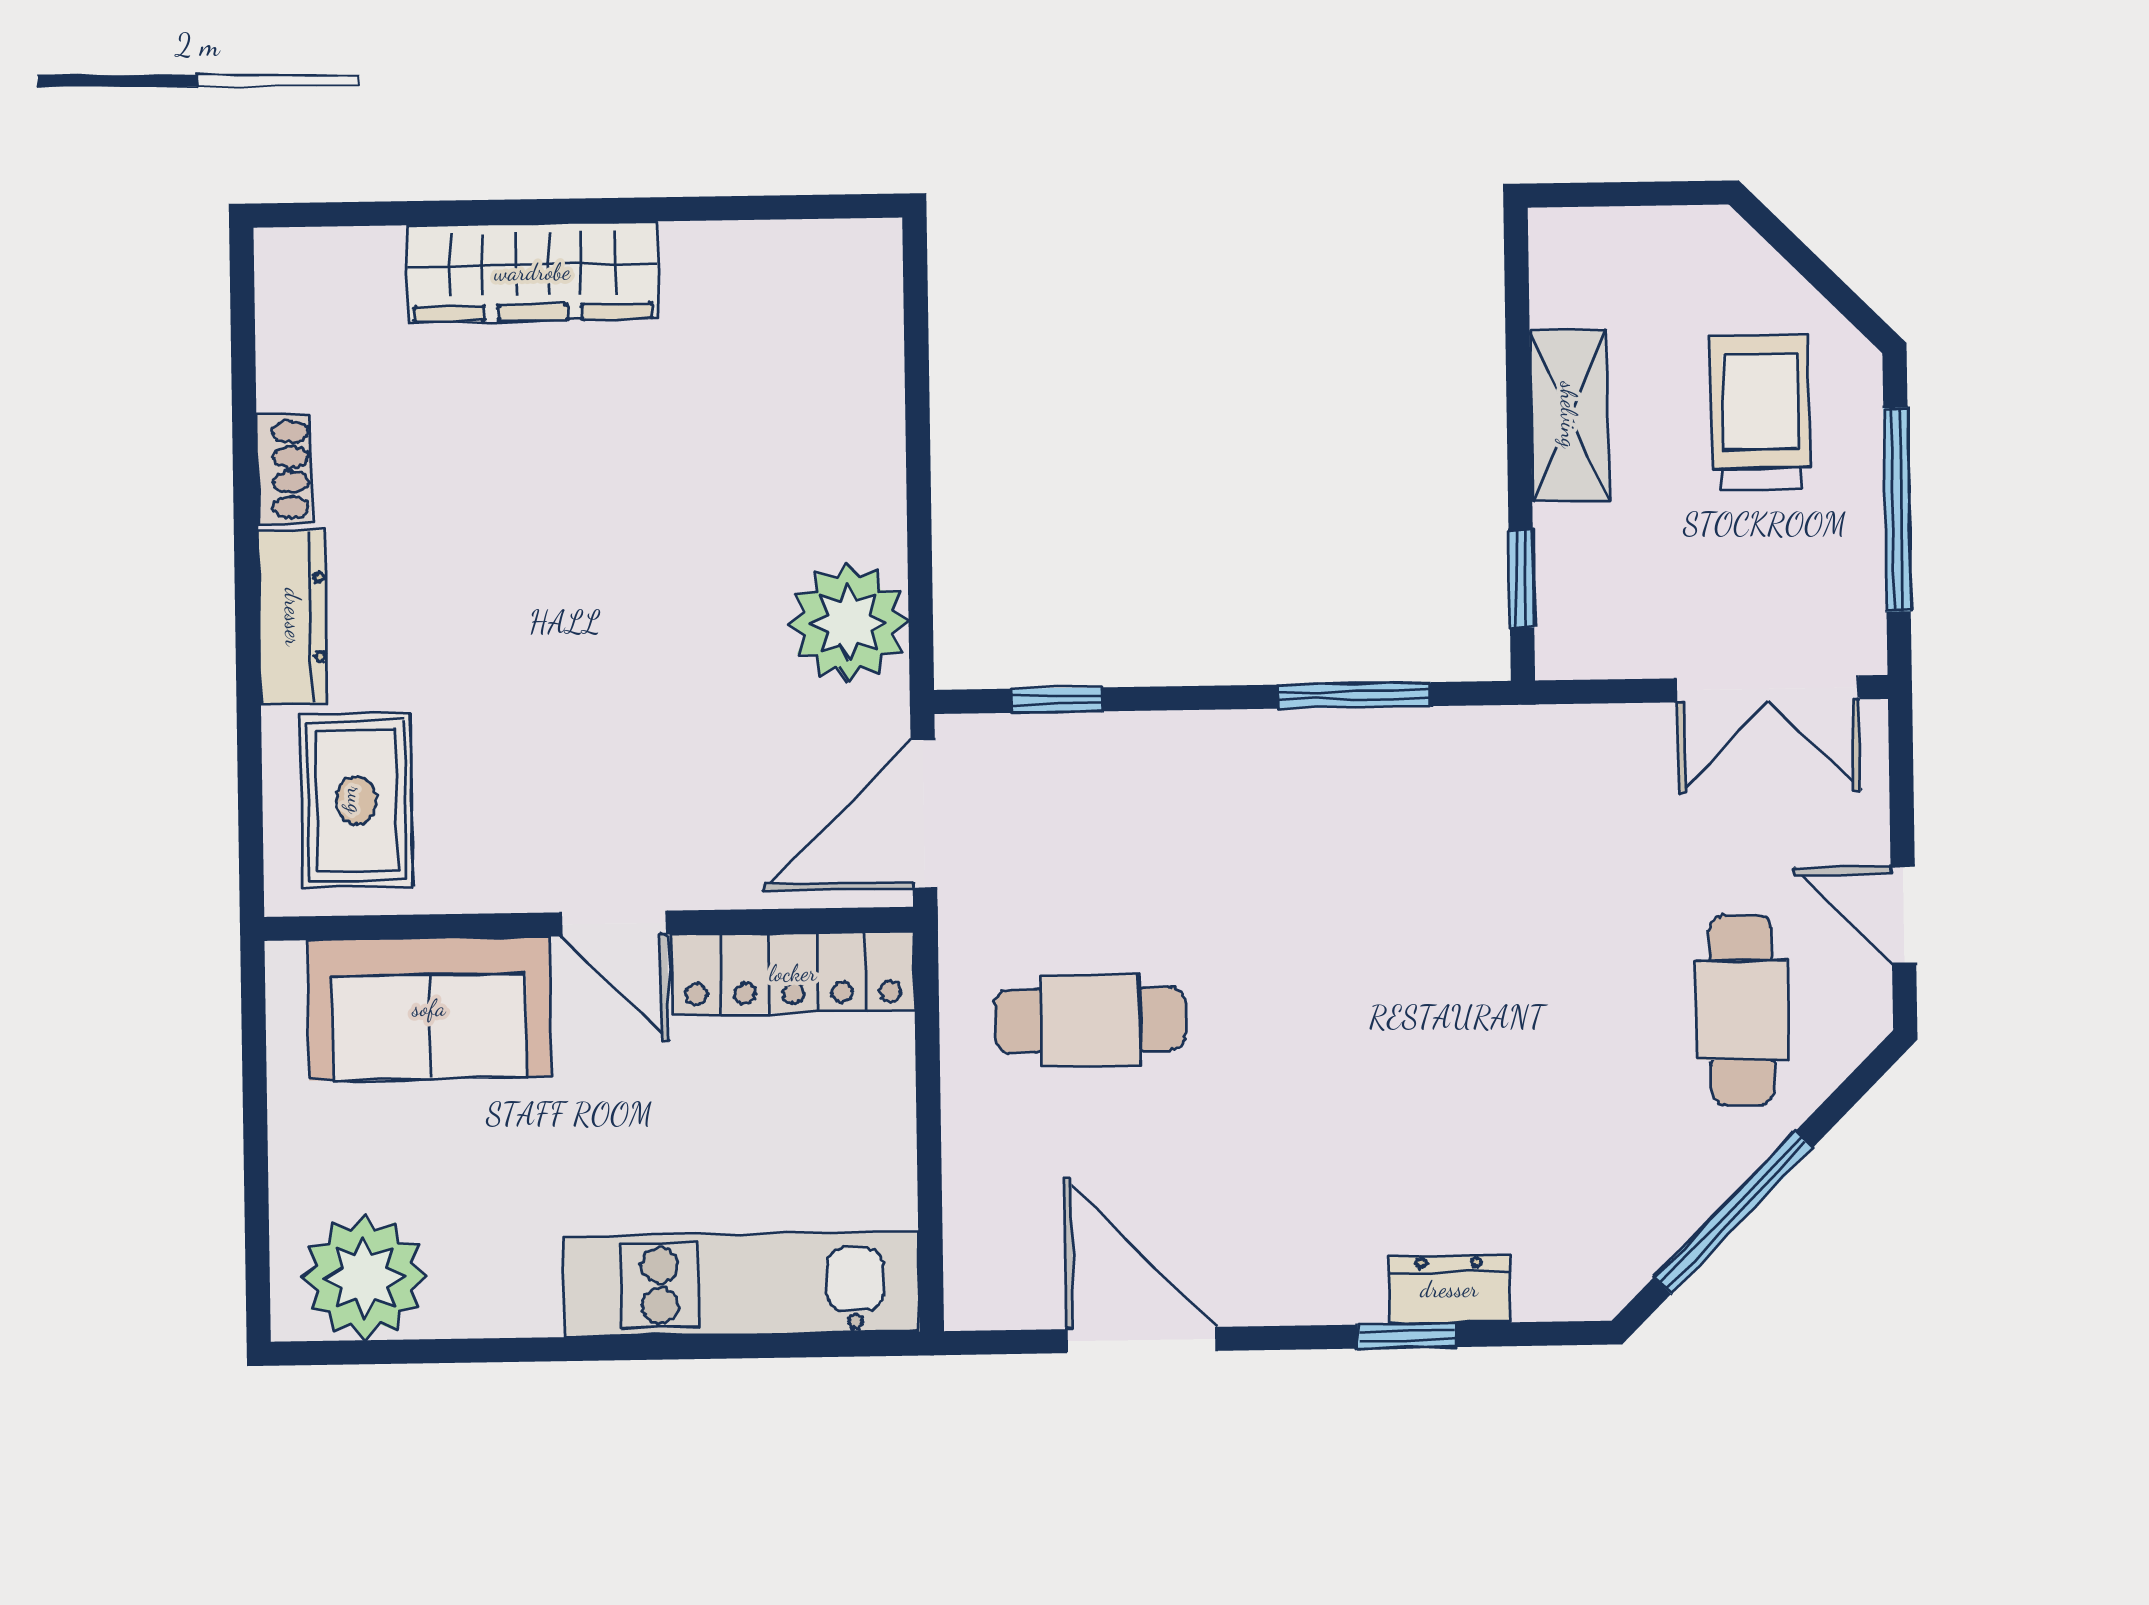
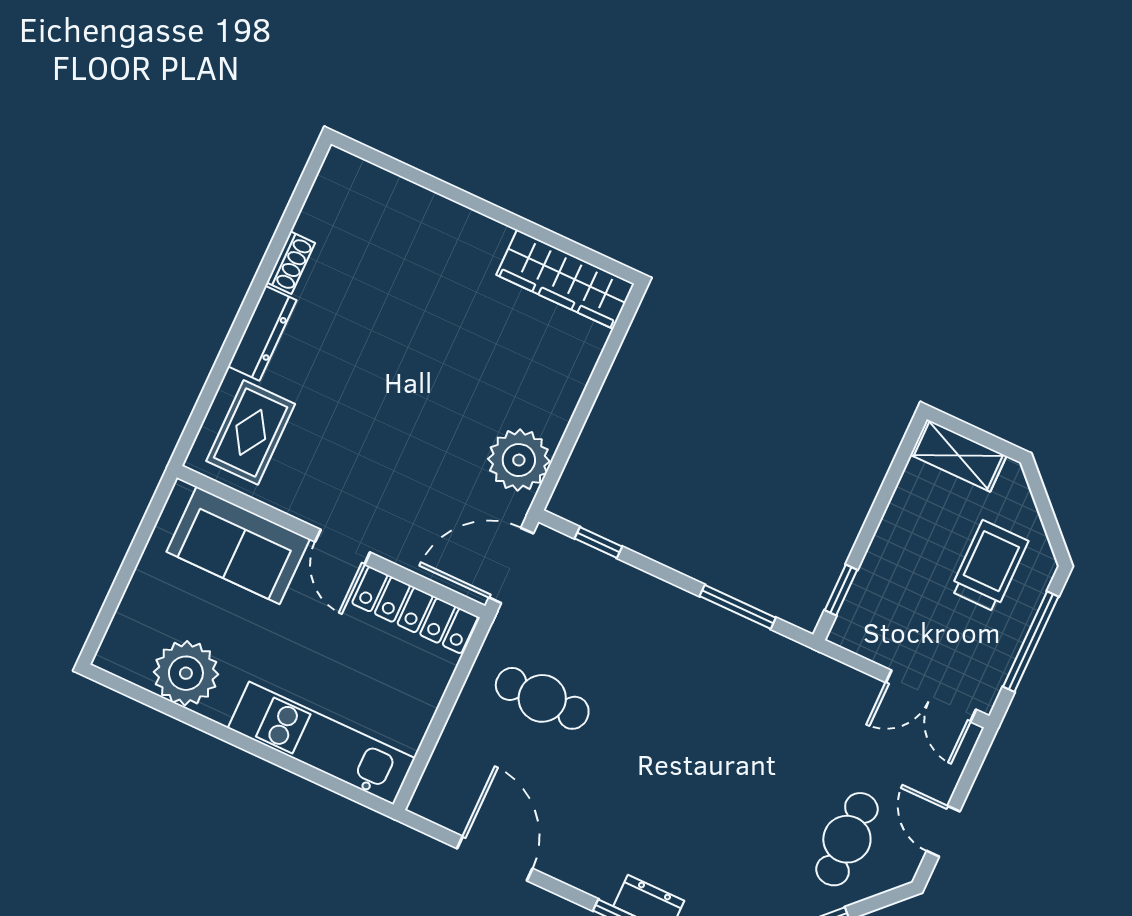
wardrobe: (532, 272) -> (565, 279), moved
shelving: (1569, 415) -> (958, 455), moved, turned 90
plant: (364, 1277) -> (186, 673), moved

